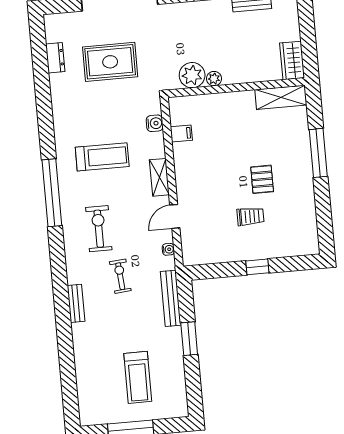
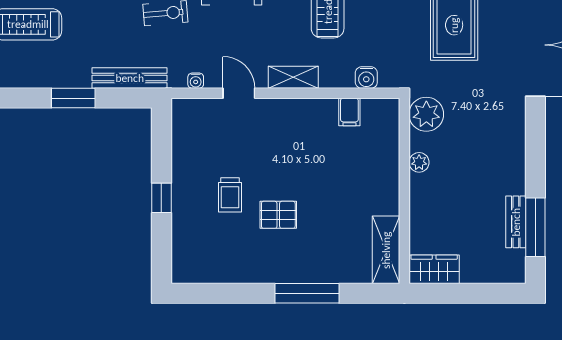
plant: (192, 75) -> (426, 114), moved

